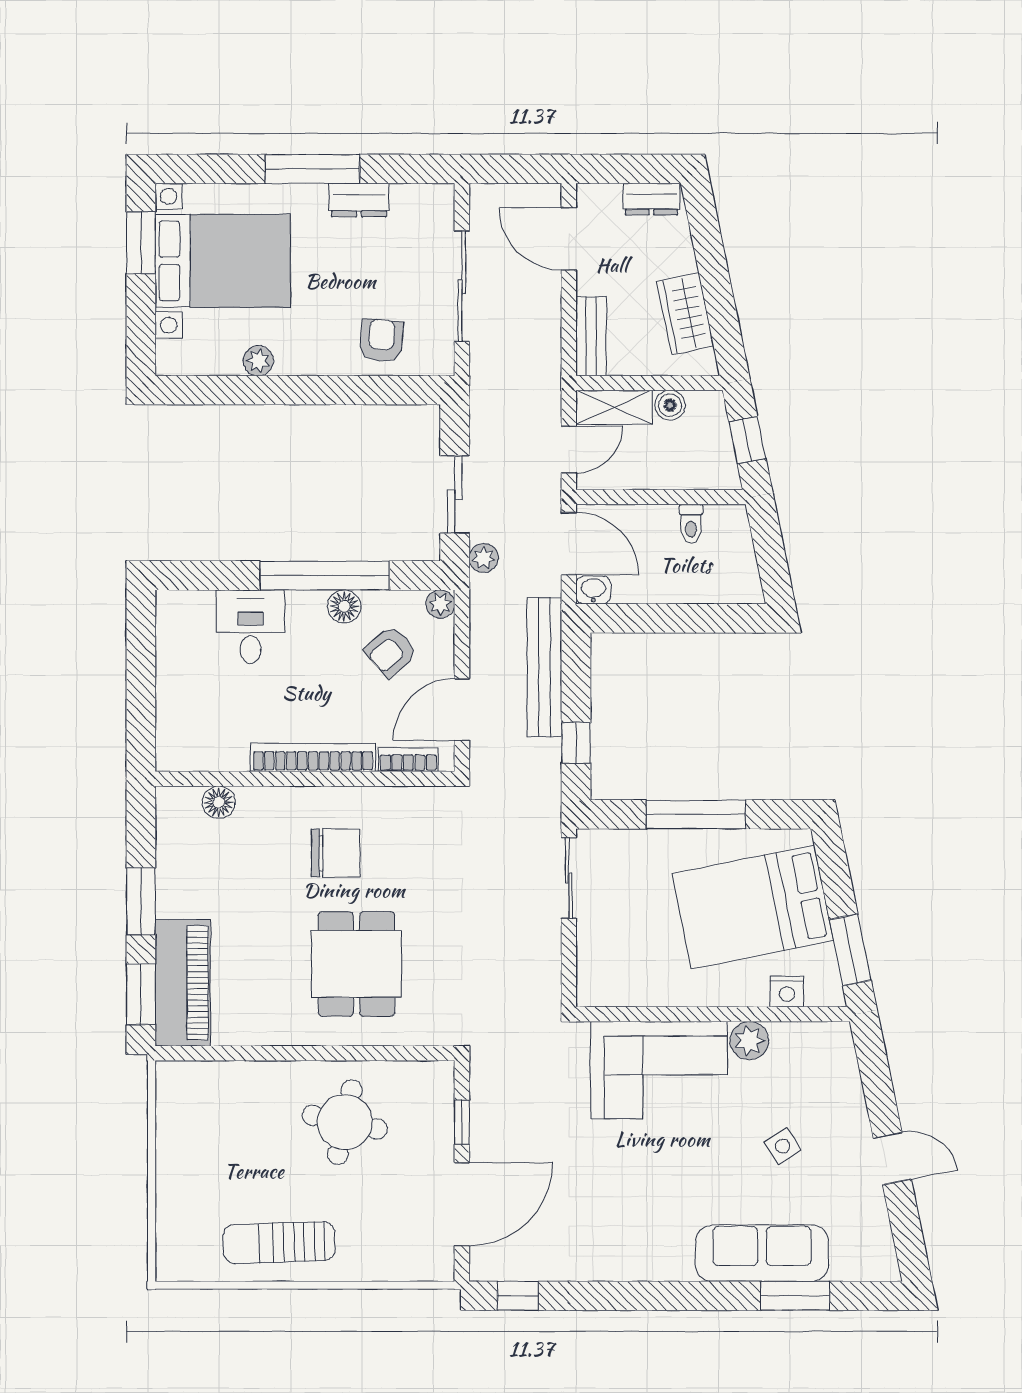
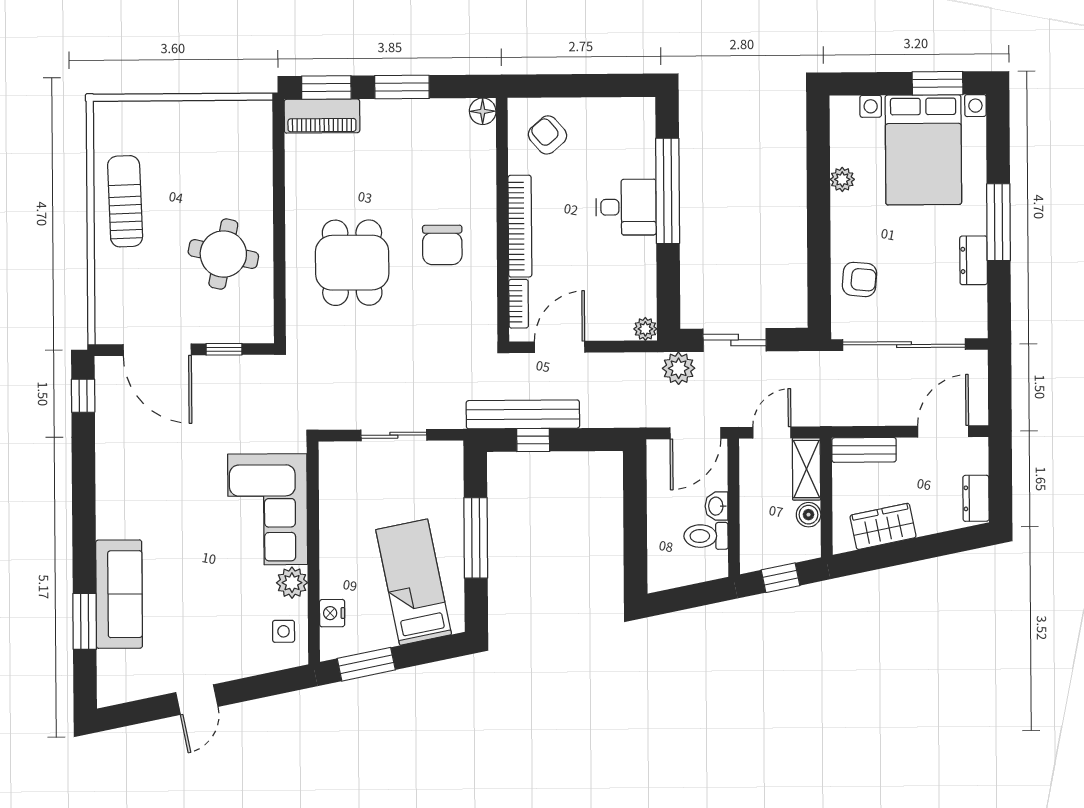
sliding door: (462, 286) -> (904, 345), width x1.36
door: (569, 449) -> (772, 433), swing flipped
toilet: (691, 524) -> (706, 536), width x1.37, depth x1.39
plant: (484, 558) -> (679, 368), width x1.38, depth x1.38
window: (325, 575) -> (668, 191), moved
washbasin: (593, 590) -> (716, 506), moved, turned 180
floor lamp: (344, 606) -> (643, 251), removed
desk: (250, 627) -> (626, 207), moved
armchair: (391, 651) -> (547, 135), moved
bench: (544, 667) -> (523, 414), moved
door: (462, 710) -> (560, 347), hinge flipped
floor lamp: (219, 802) -> (483, 111), moved
sliding door: (569, 878) -> (394, 435), moved
bed: (753, 907) -> (414, 582), width x0.67
dining table: (356, 964) -> (352, 263), turned 90
piano: (183, 983) -> (322, 116), width x0.73, depth x0.75
side table: (783, 1146) -> (284, 631), moved, turned 33

